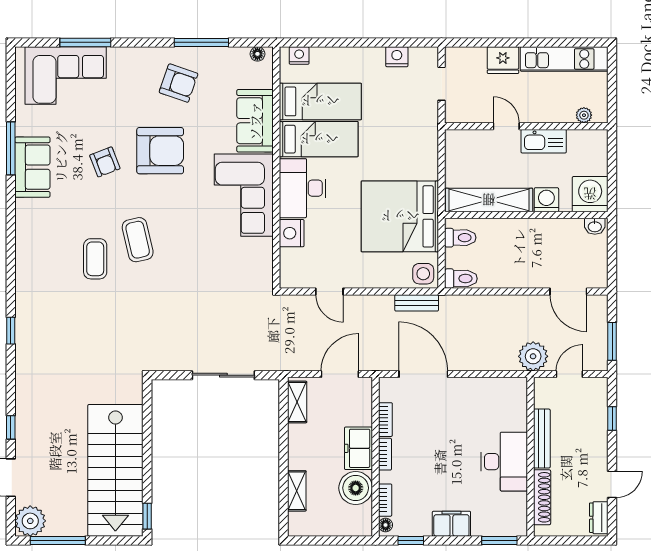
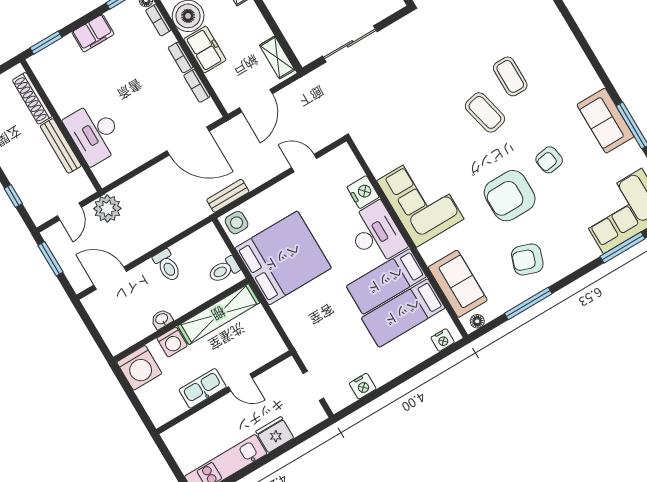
plant: (584, 115) -> (182, 429), removed
sofa: (255, 121) -> (458, 284), moved
armchair: (105, 162) -> (549, 160), turned -78
washbasin: (595, 226) -> (162, 319), moved
toilet: (461, 279) -> (167, 266), moved, turned -90
desk: (504, 462) -> (94, 133), moved

